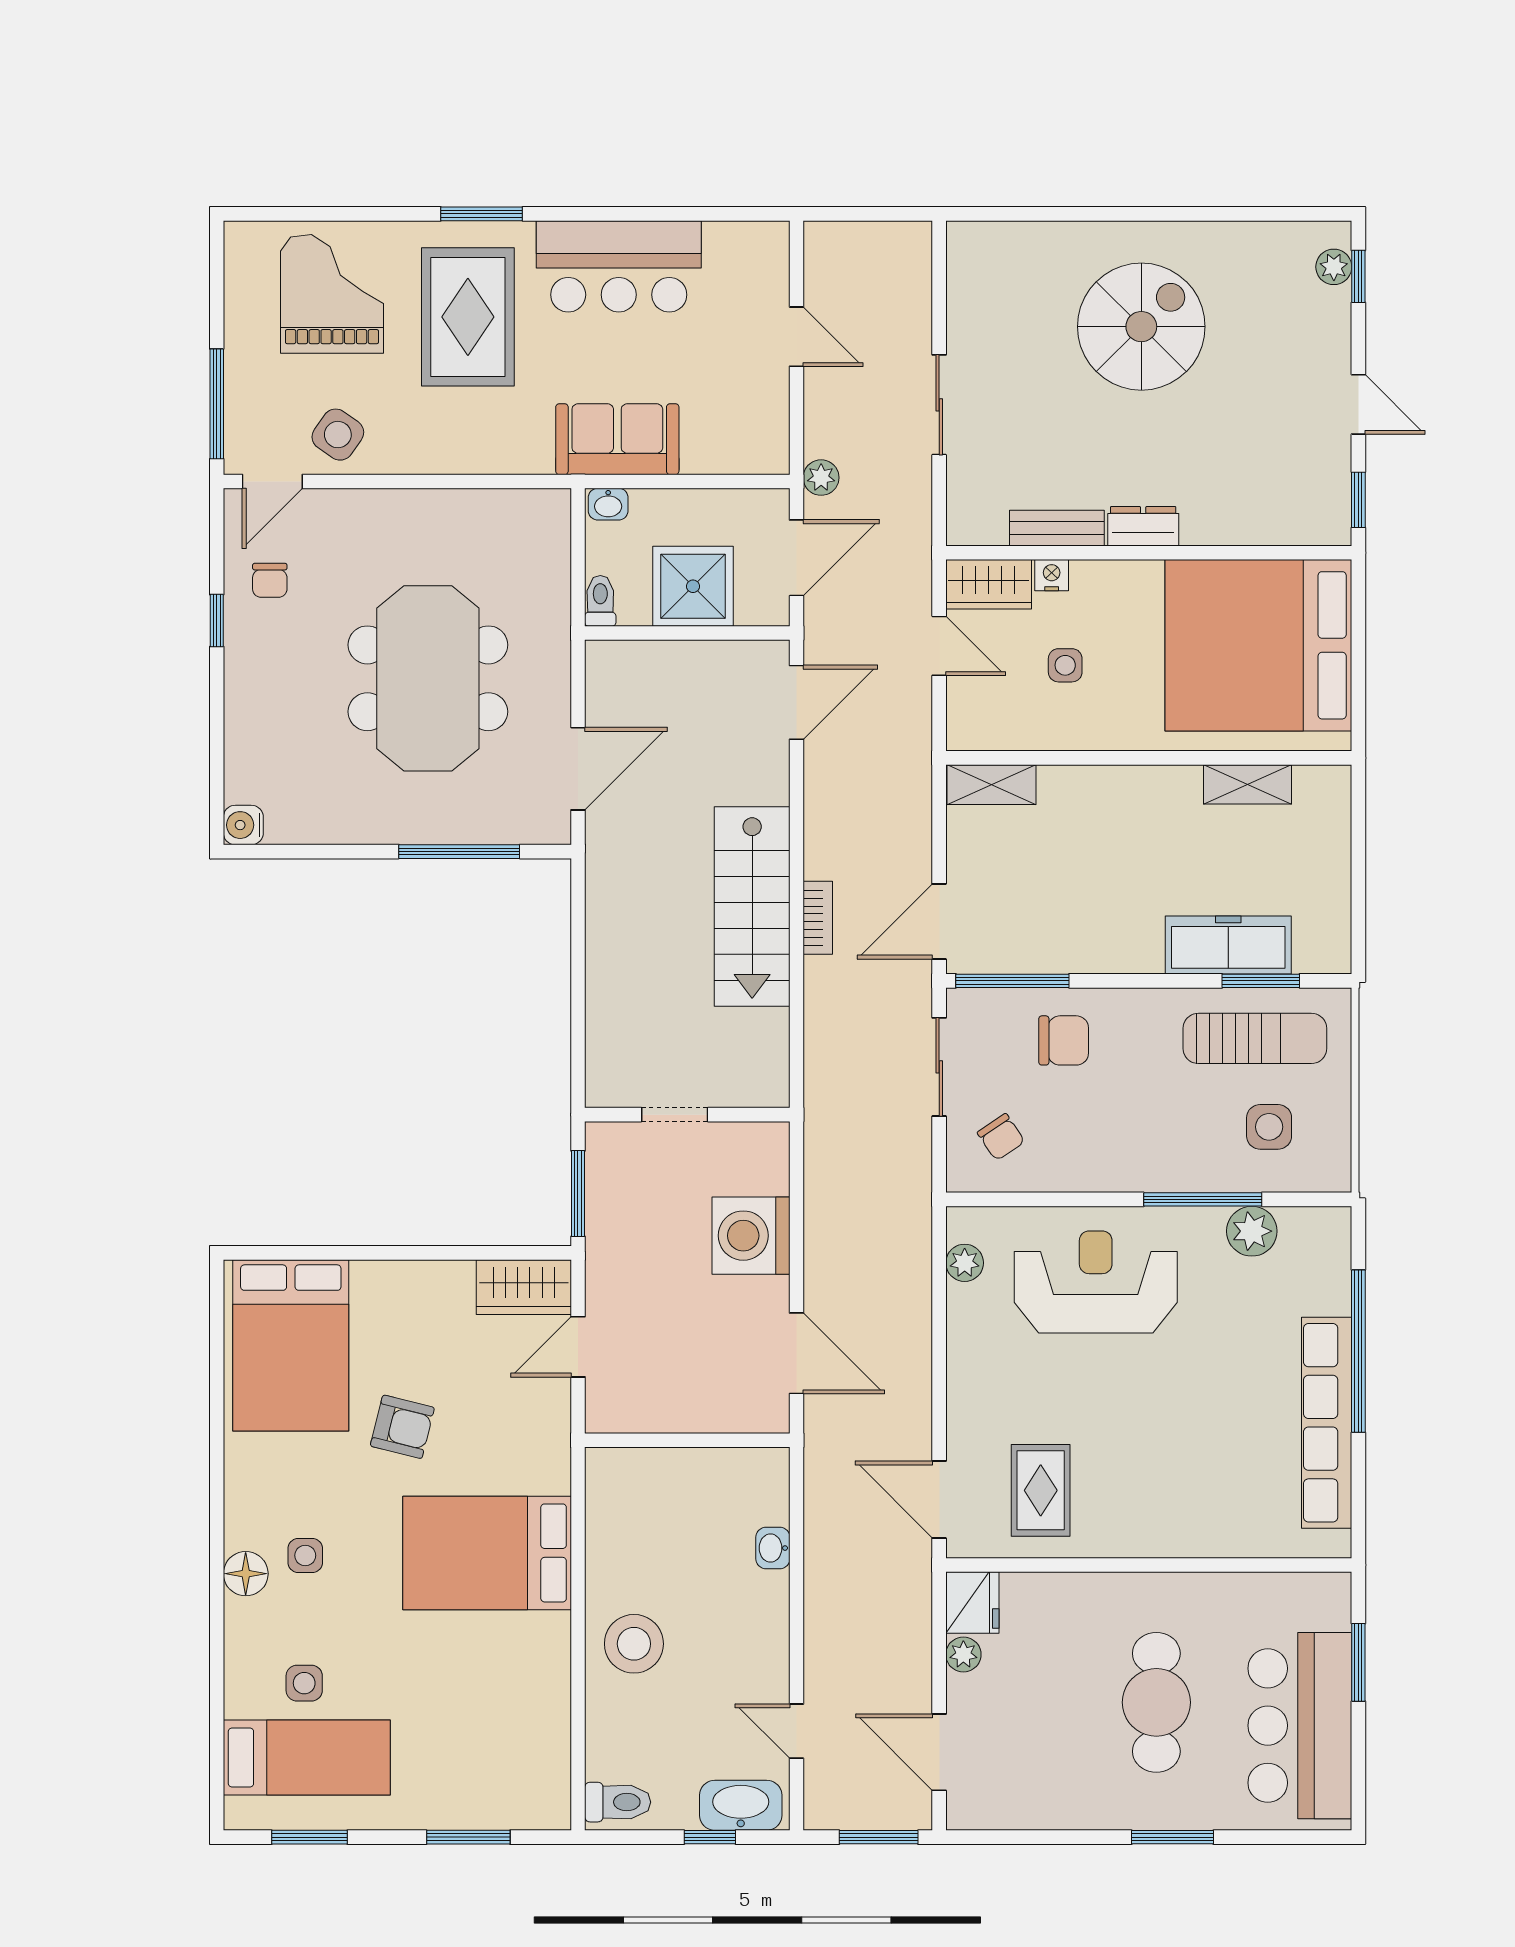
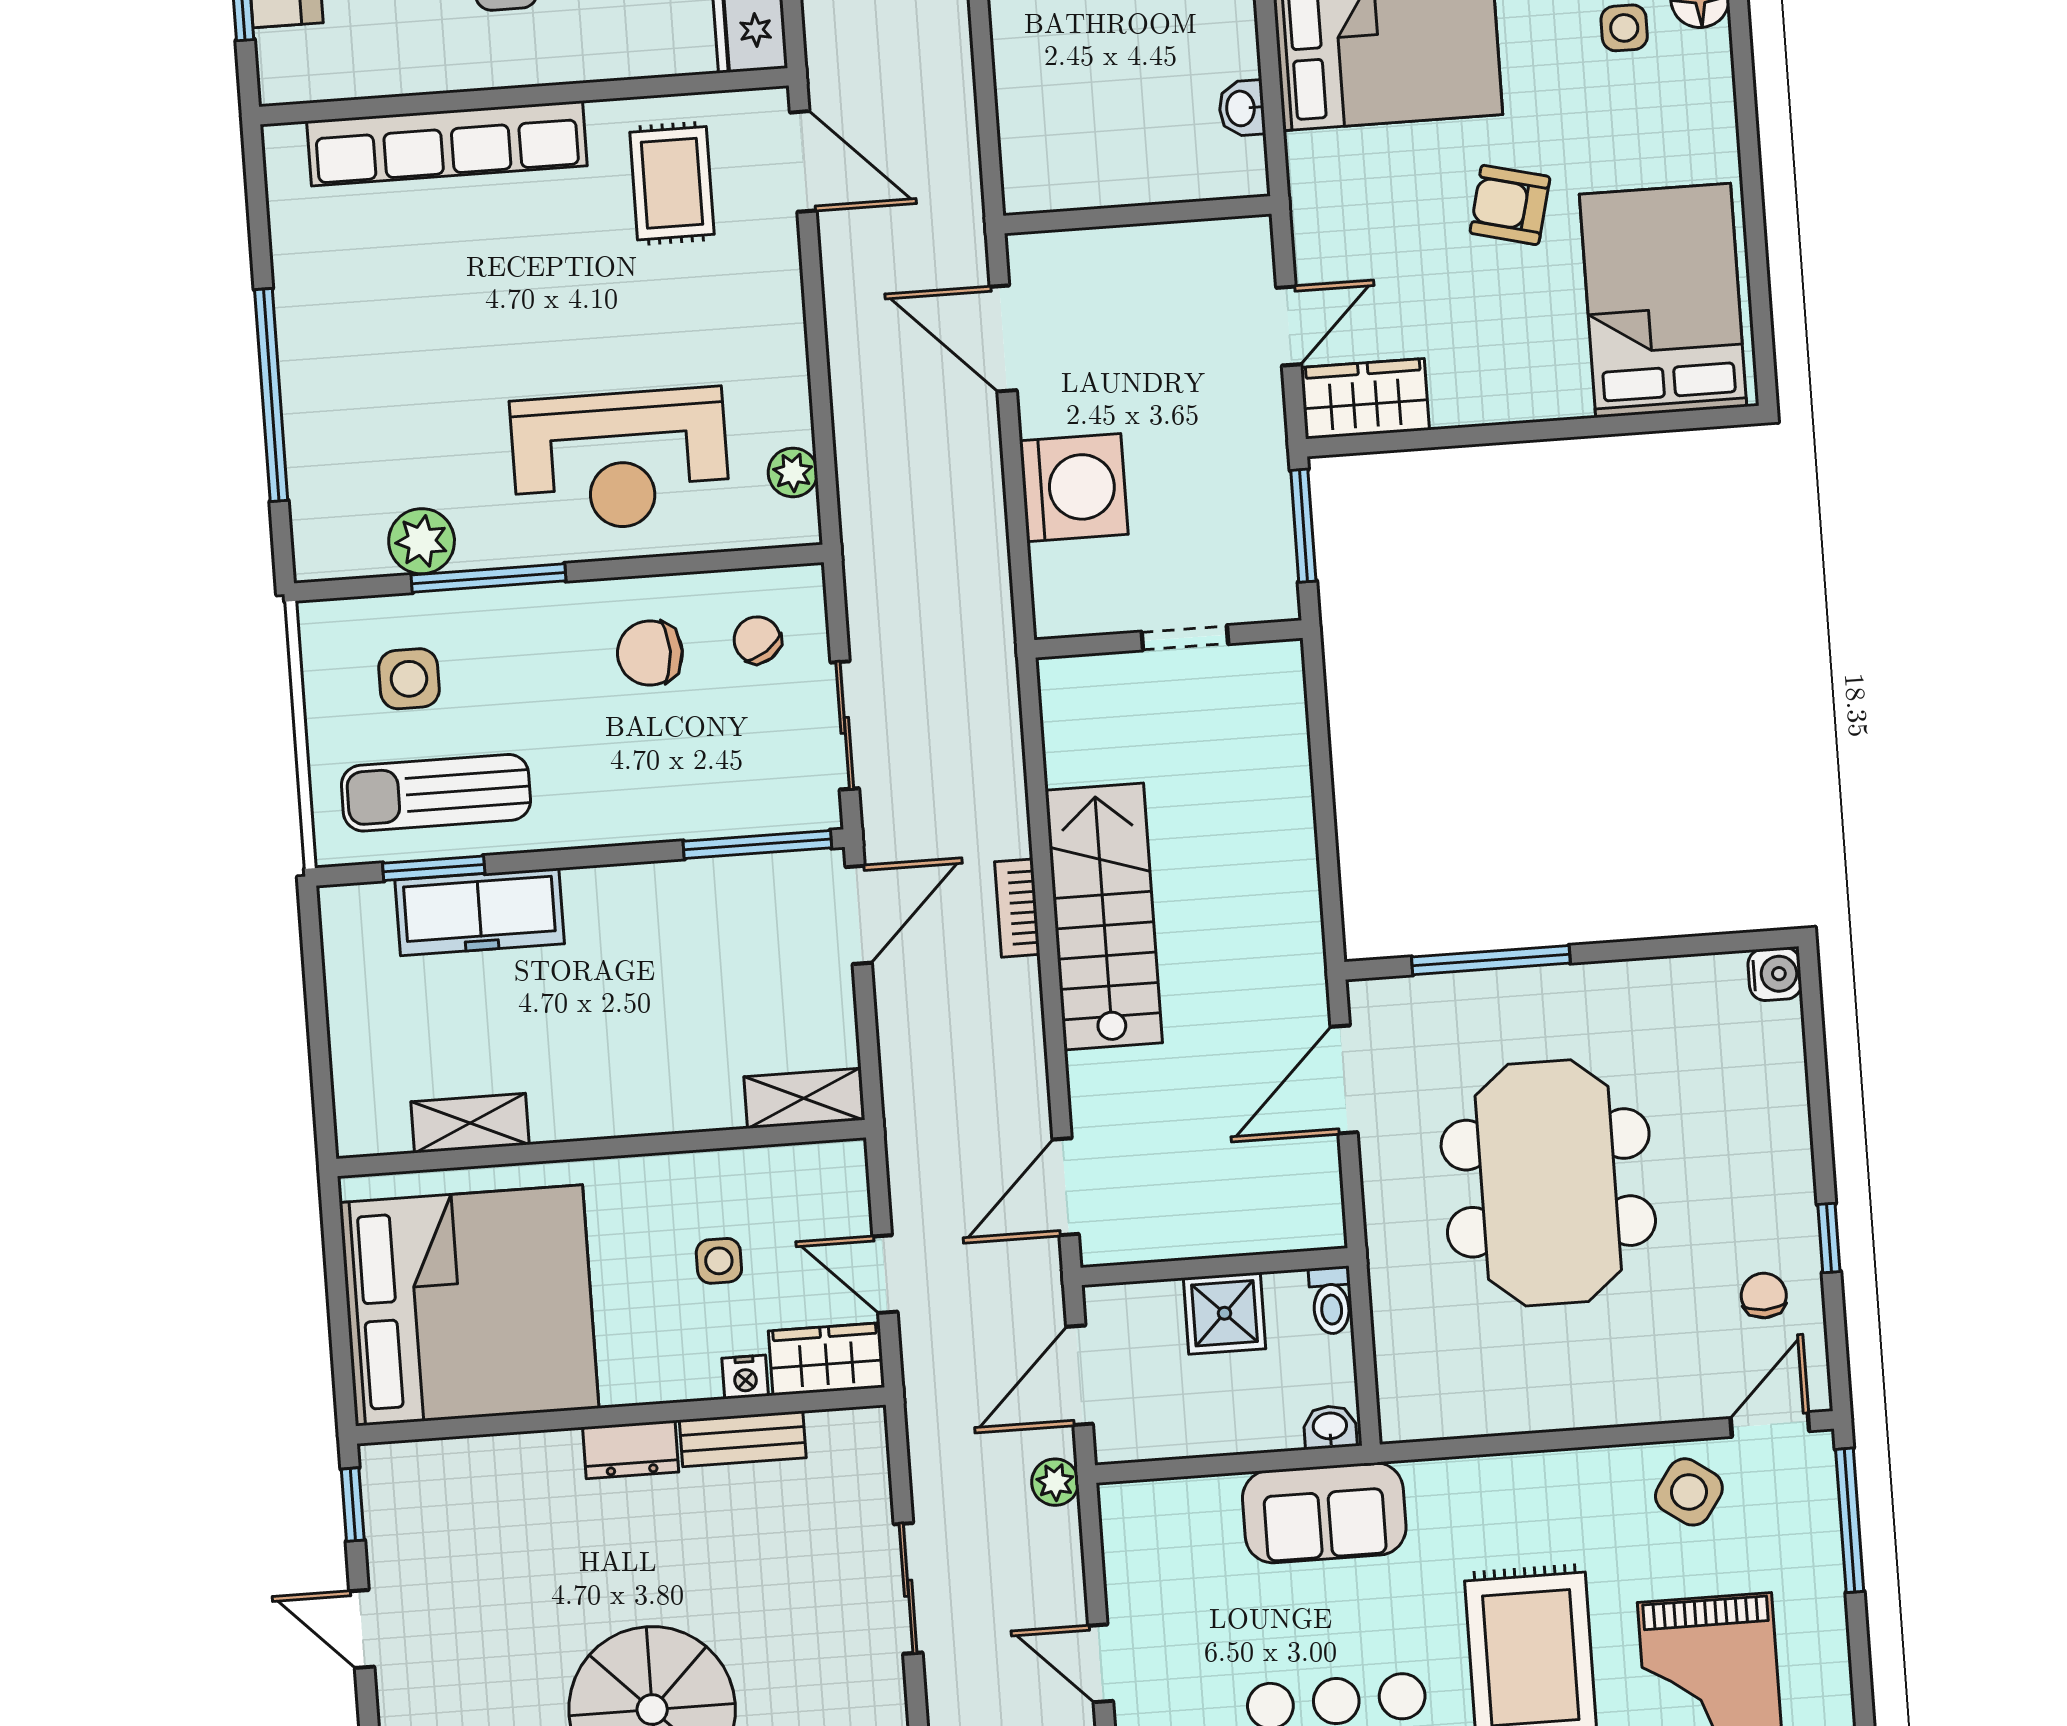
shower: (693, 586) -> (1225, 1313), width x0.73, depth x0.73
chair: (1064, 1040) -> (650, 653), moved
row of seats: (1327, 1423) -> (447, 143), moved, turned 90
washbasin: (773, 1548) -> (1242, 108), moved, turned 180

